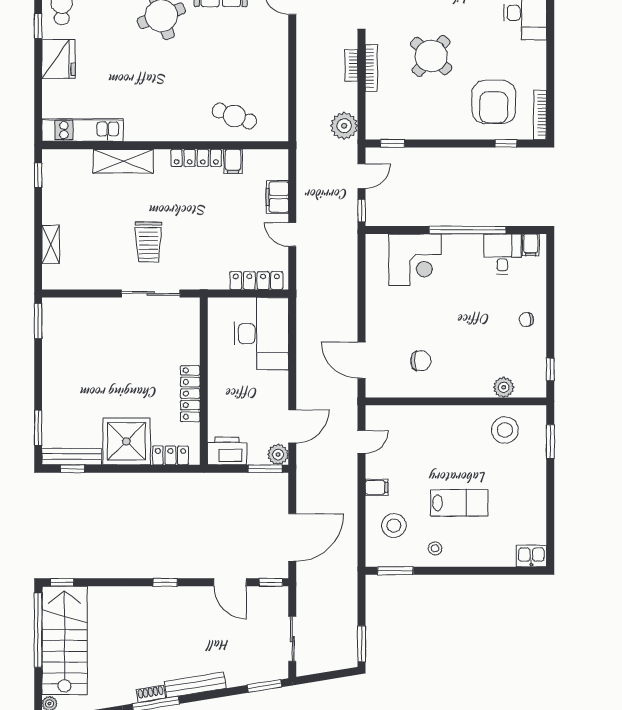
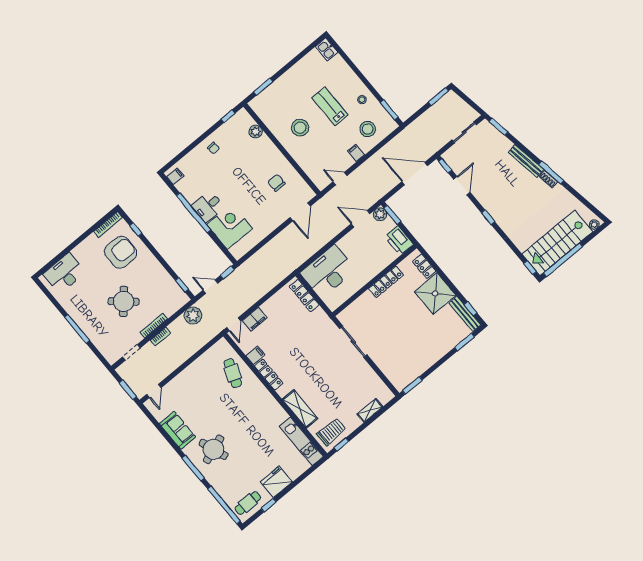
door: (292, 235) -> (234, 324), moved
trolley: (148, 242) -> (331, 432), moved
desk: (502, 254) -> (208, 206), moved
stool: (505, 430) -> (300, 128), moved

